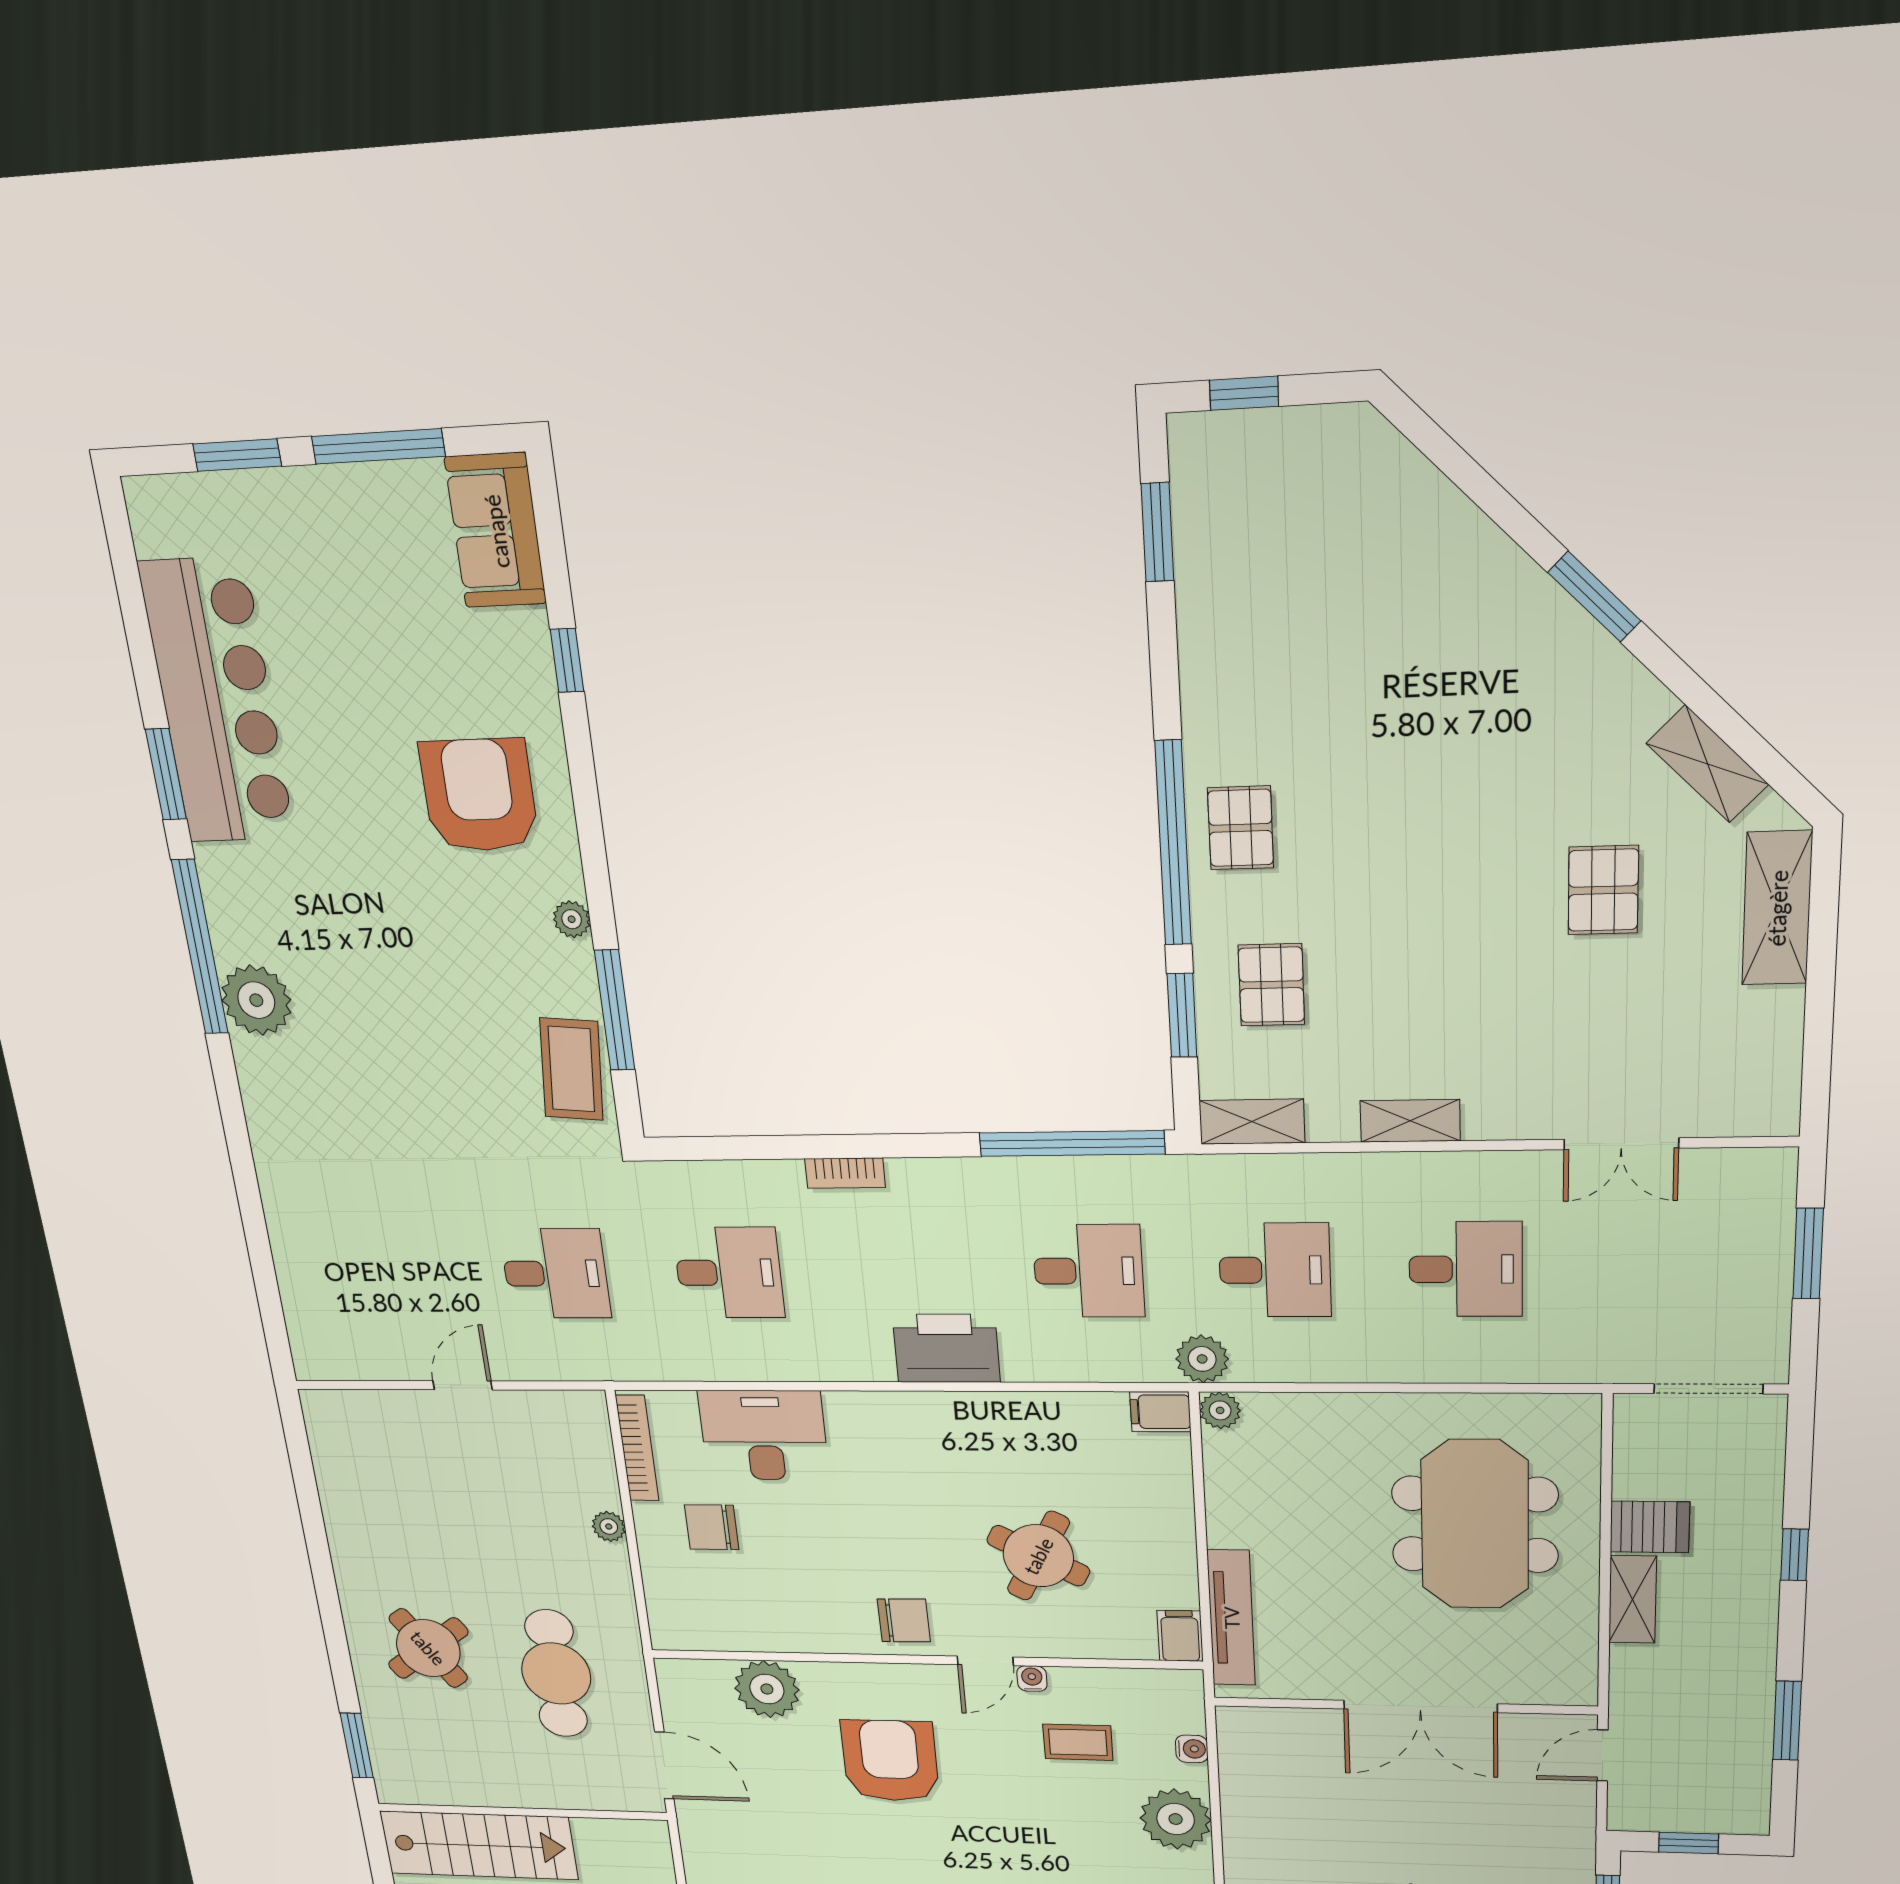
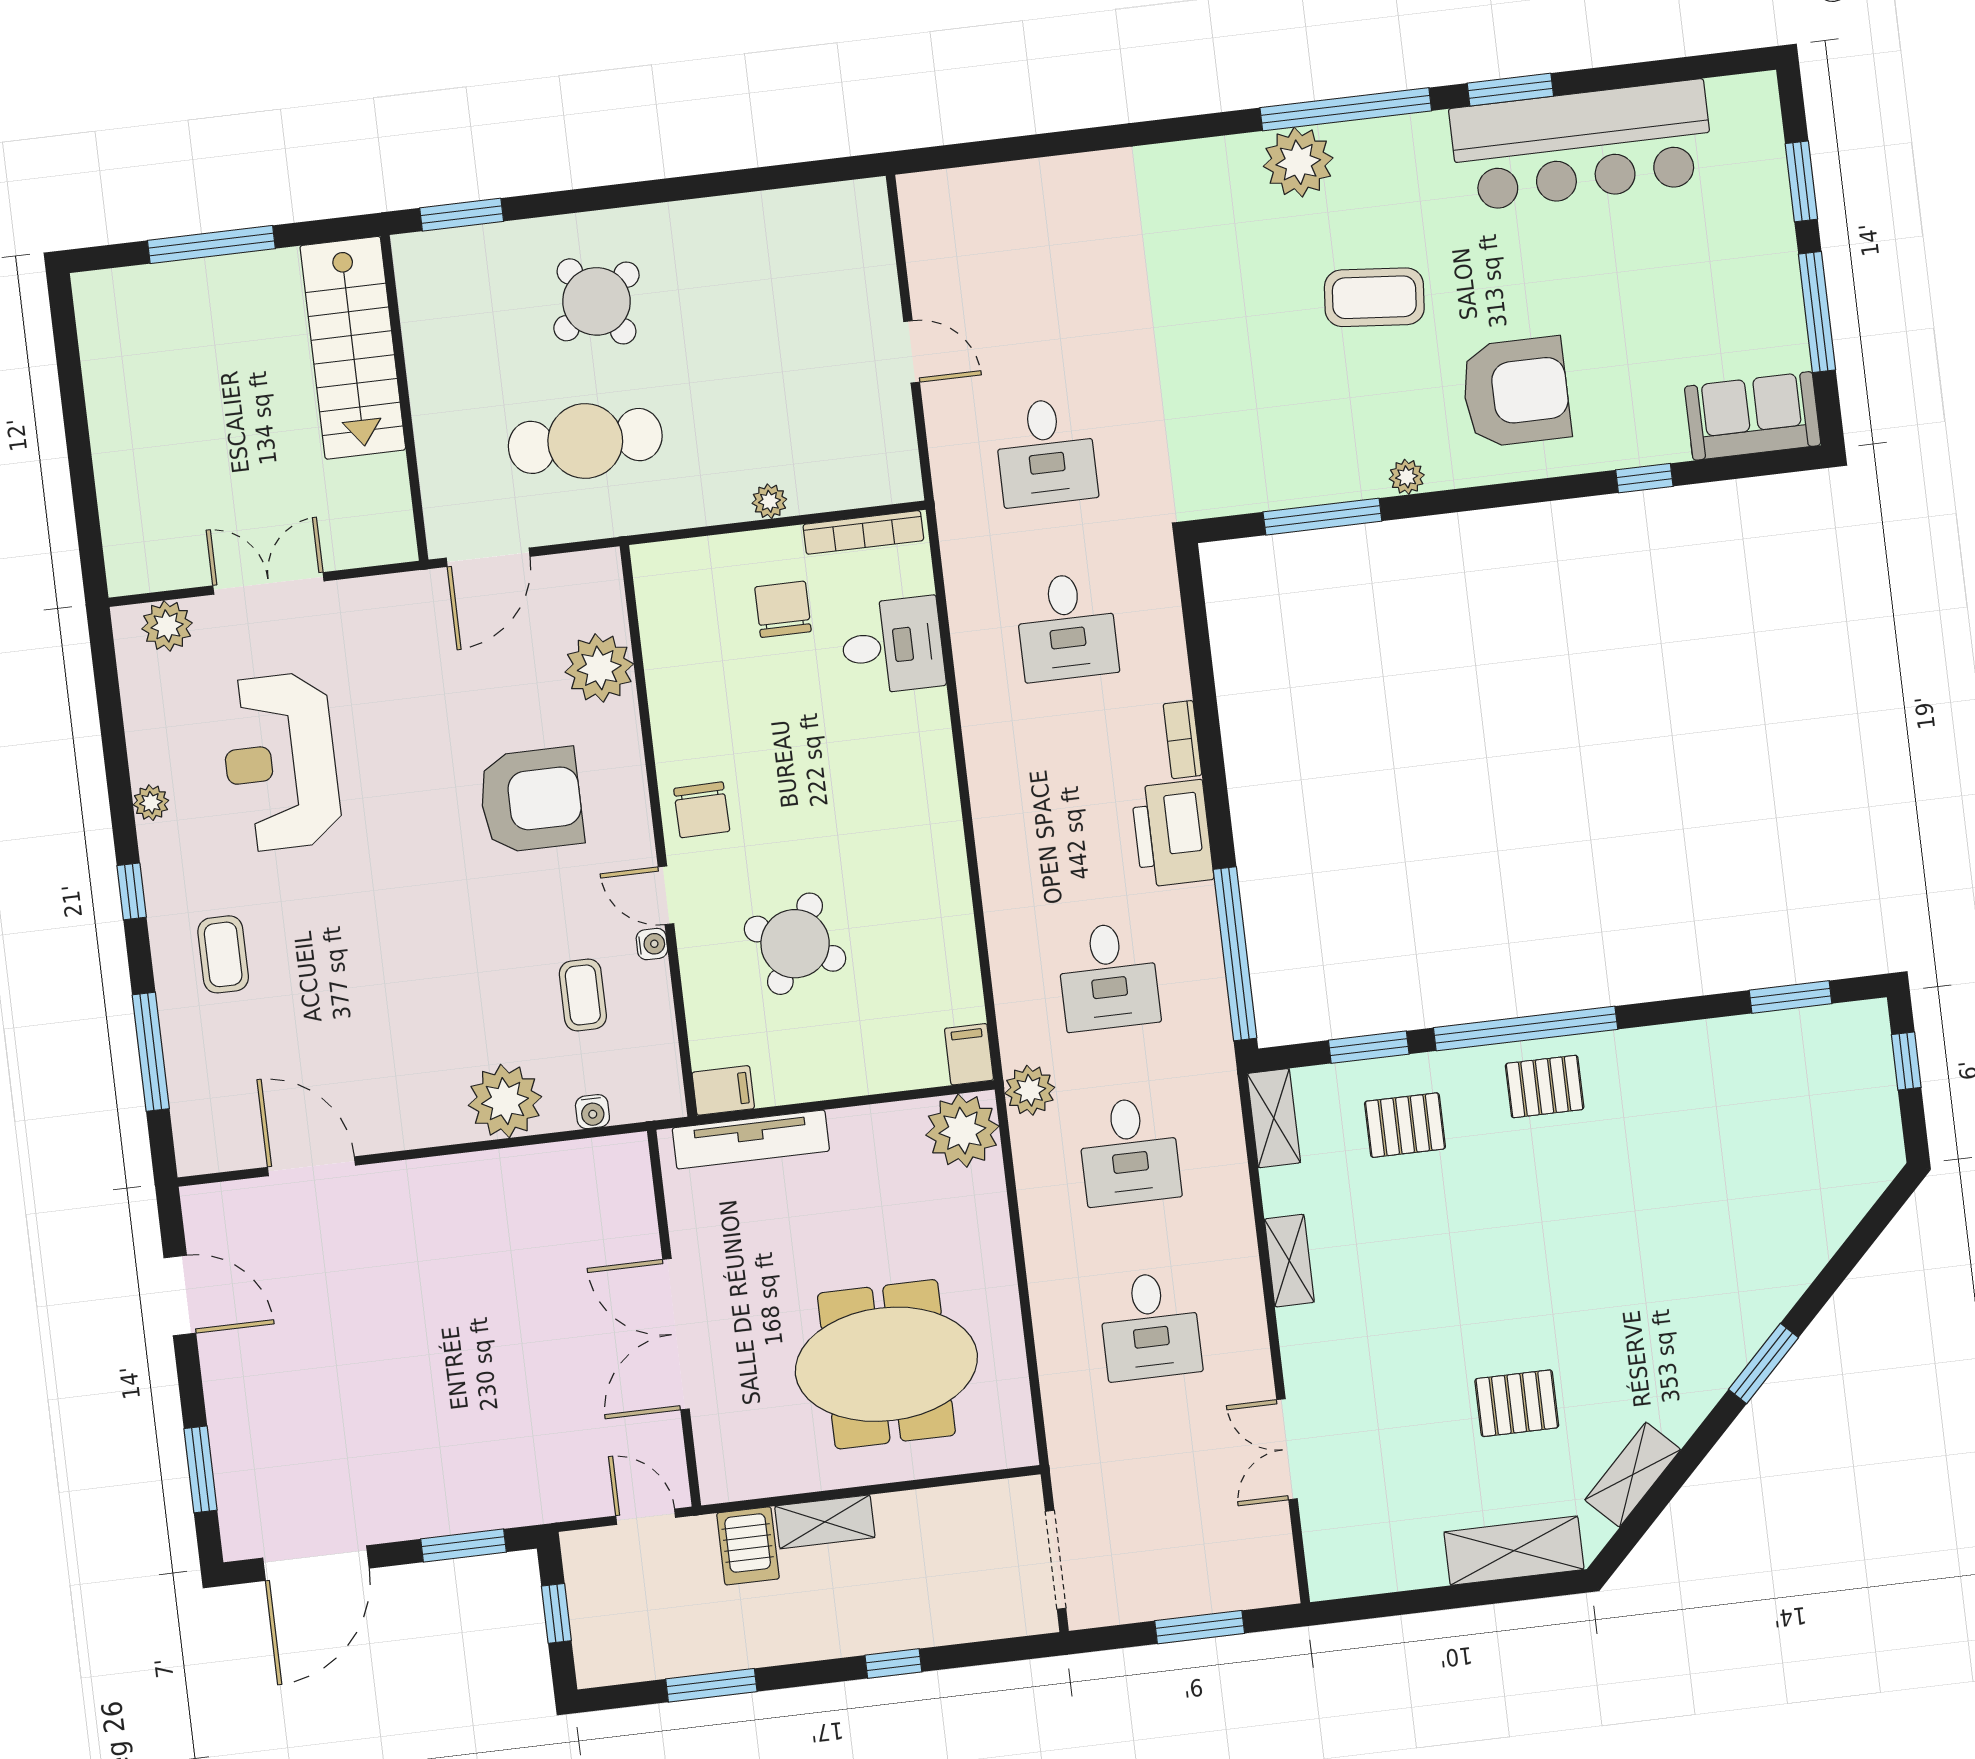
coffee table: (571, 1069) -> (1374, 297), moved
printer: (946, 1348) -> (1172, 833), moved, turned 180
plant: (1220, 1410) -> (962, 1131), width x1.87, depth x1.87
desk: (764, 1435) -> (892, 646), width x0.73
server rack: (1650, 1527) -> (748, 1546), moved

